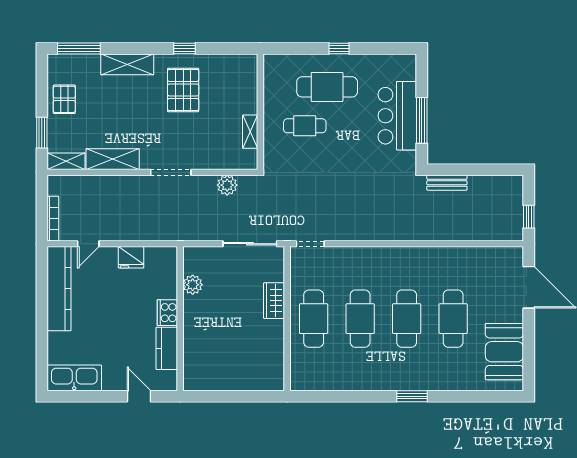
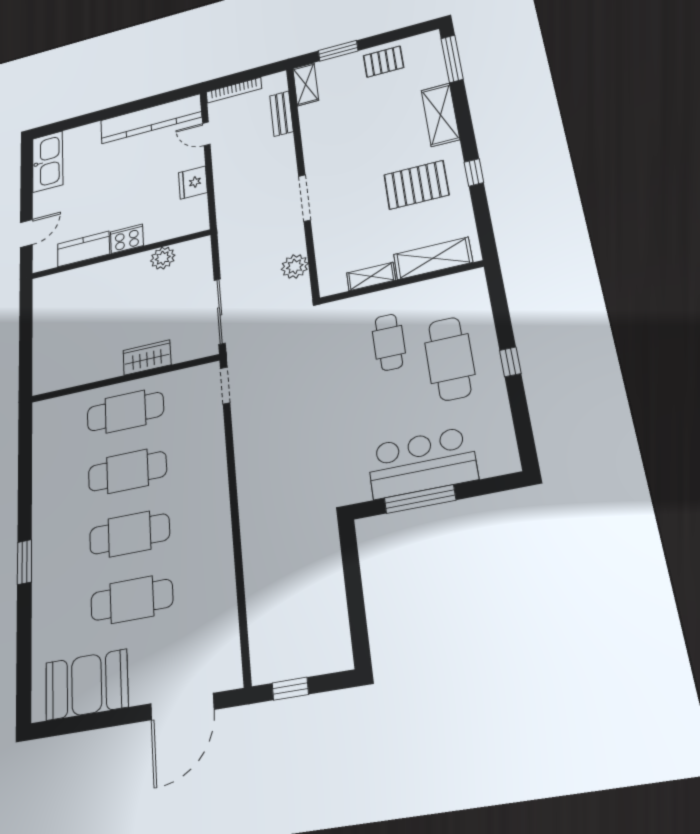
shelving: (113, 159) -> (433, 258), moved, turned 90
bench: (447, 183) -> (281, 114), moved

